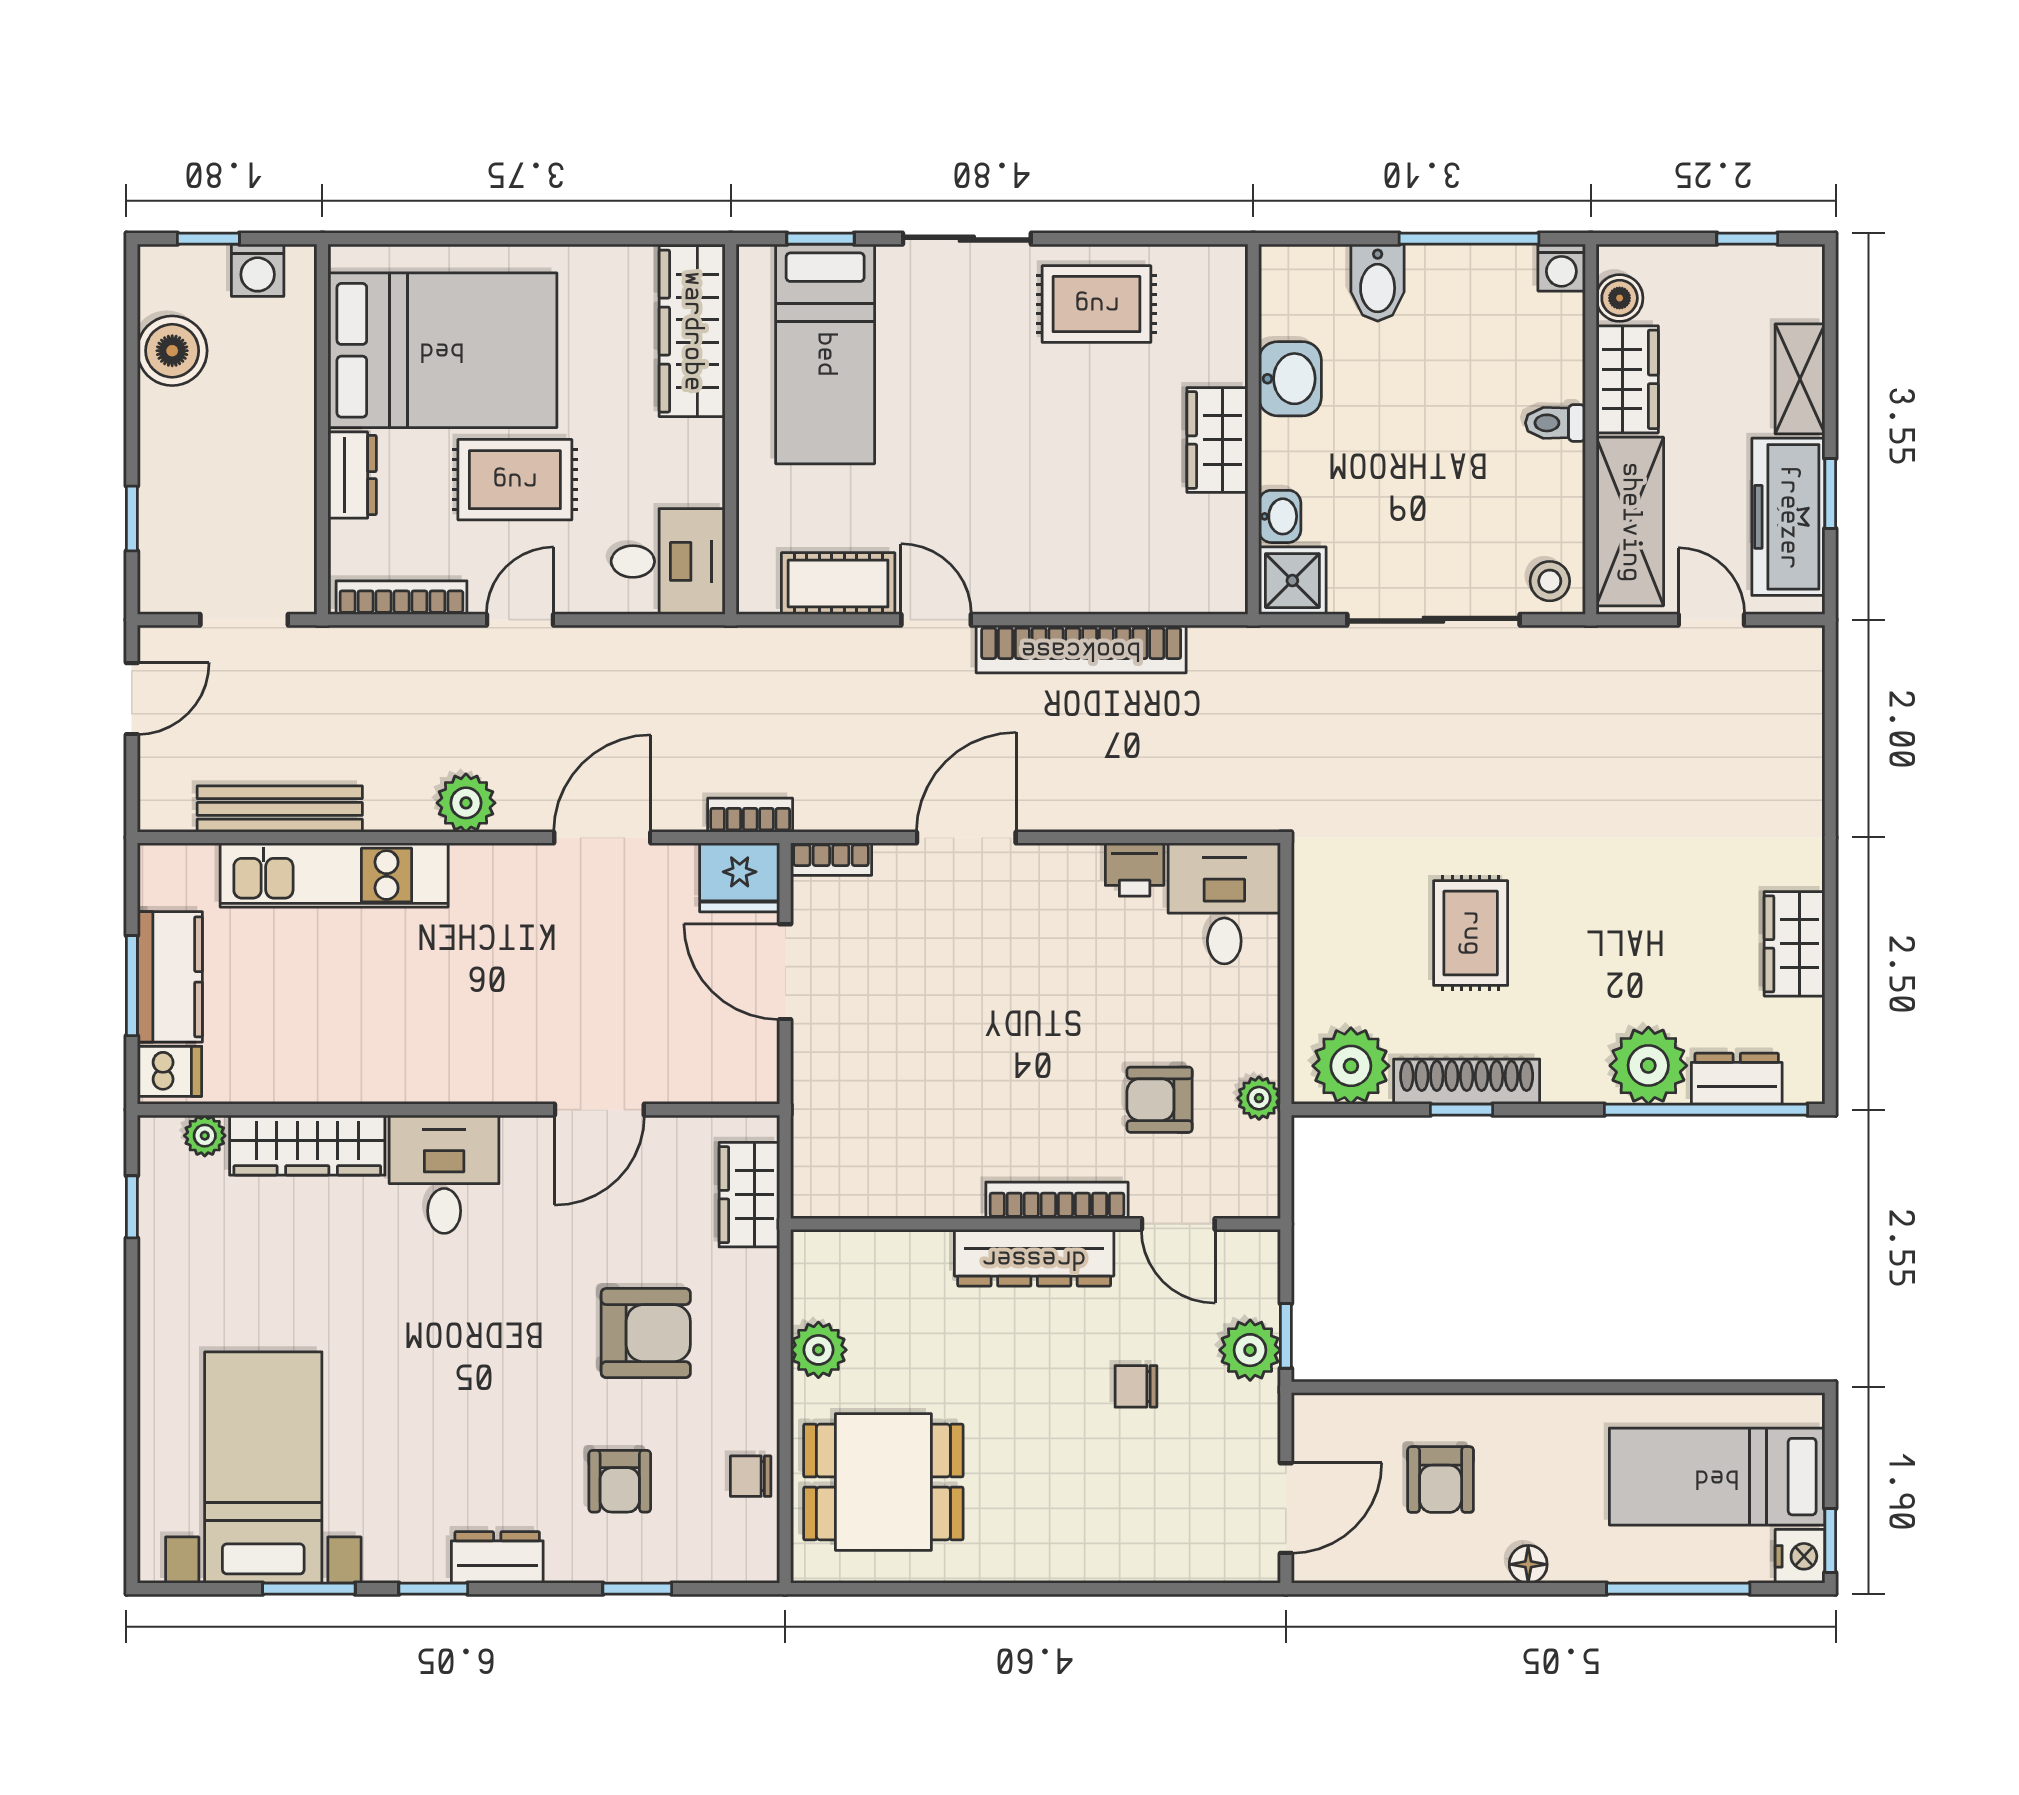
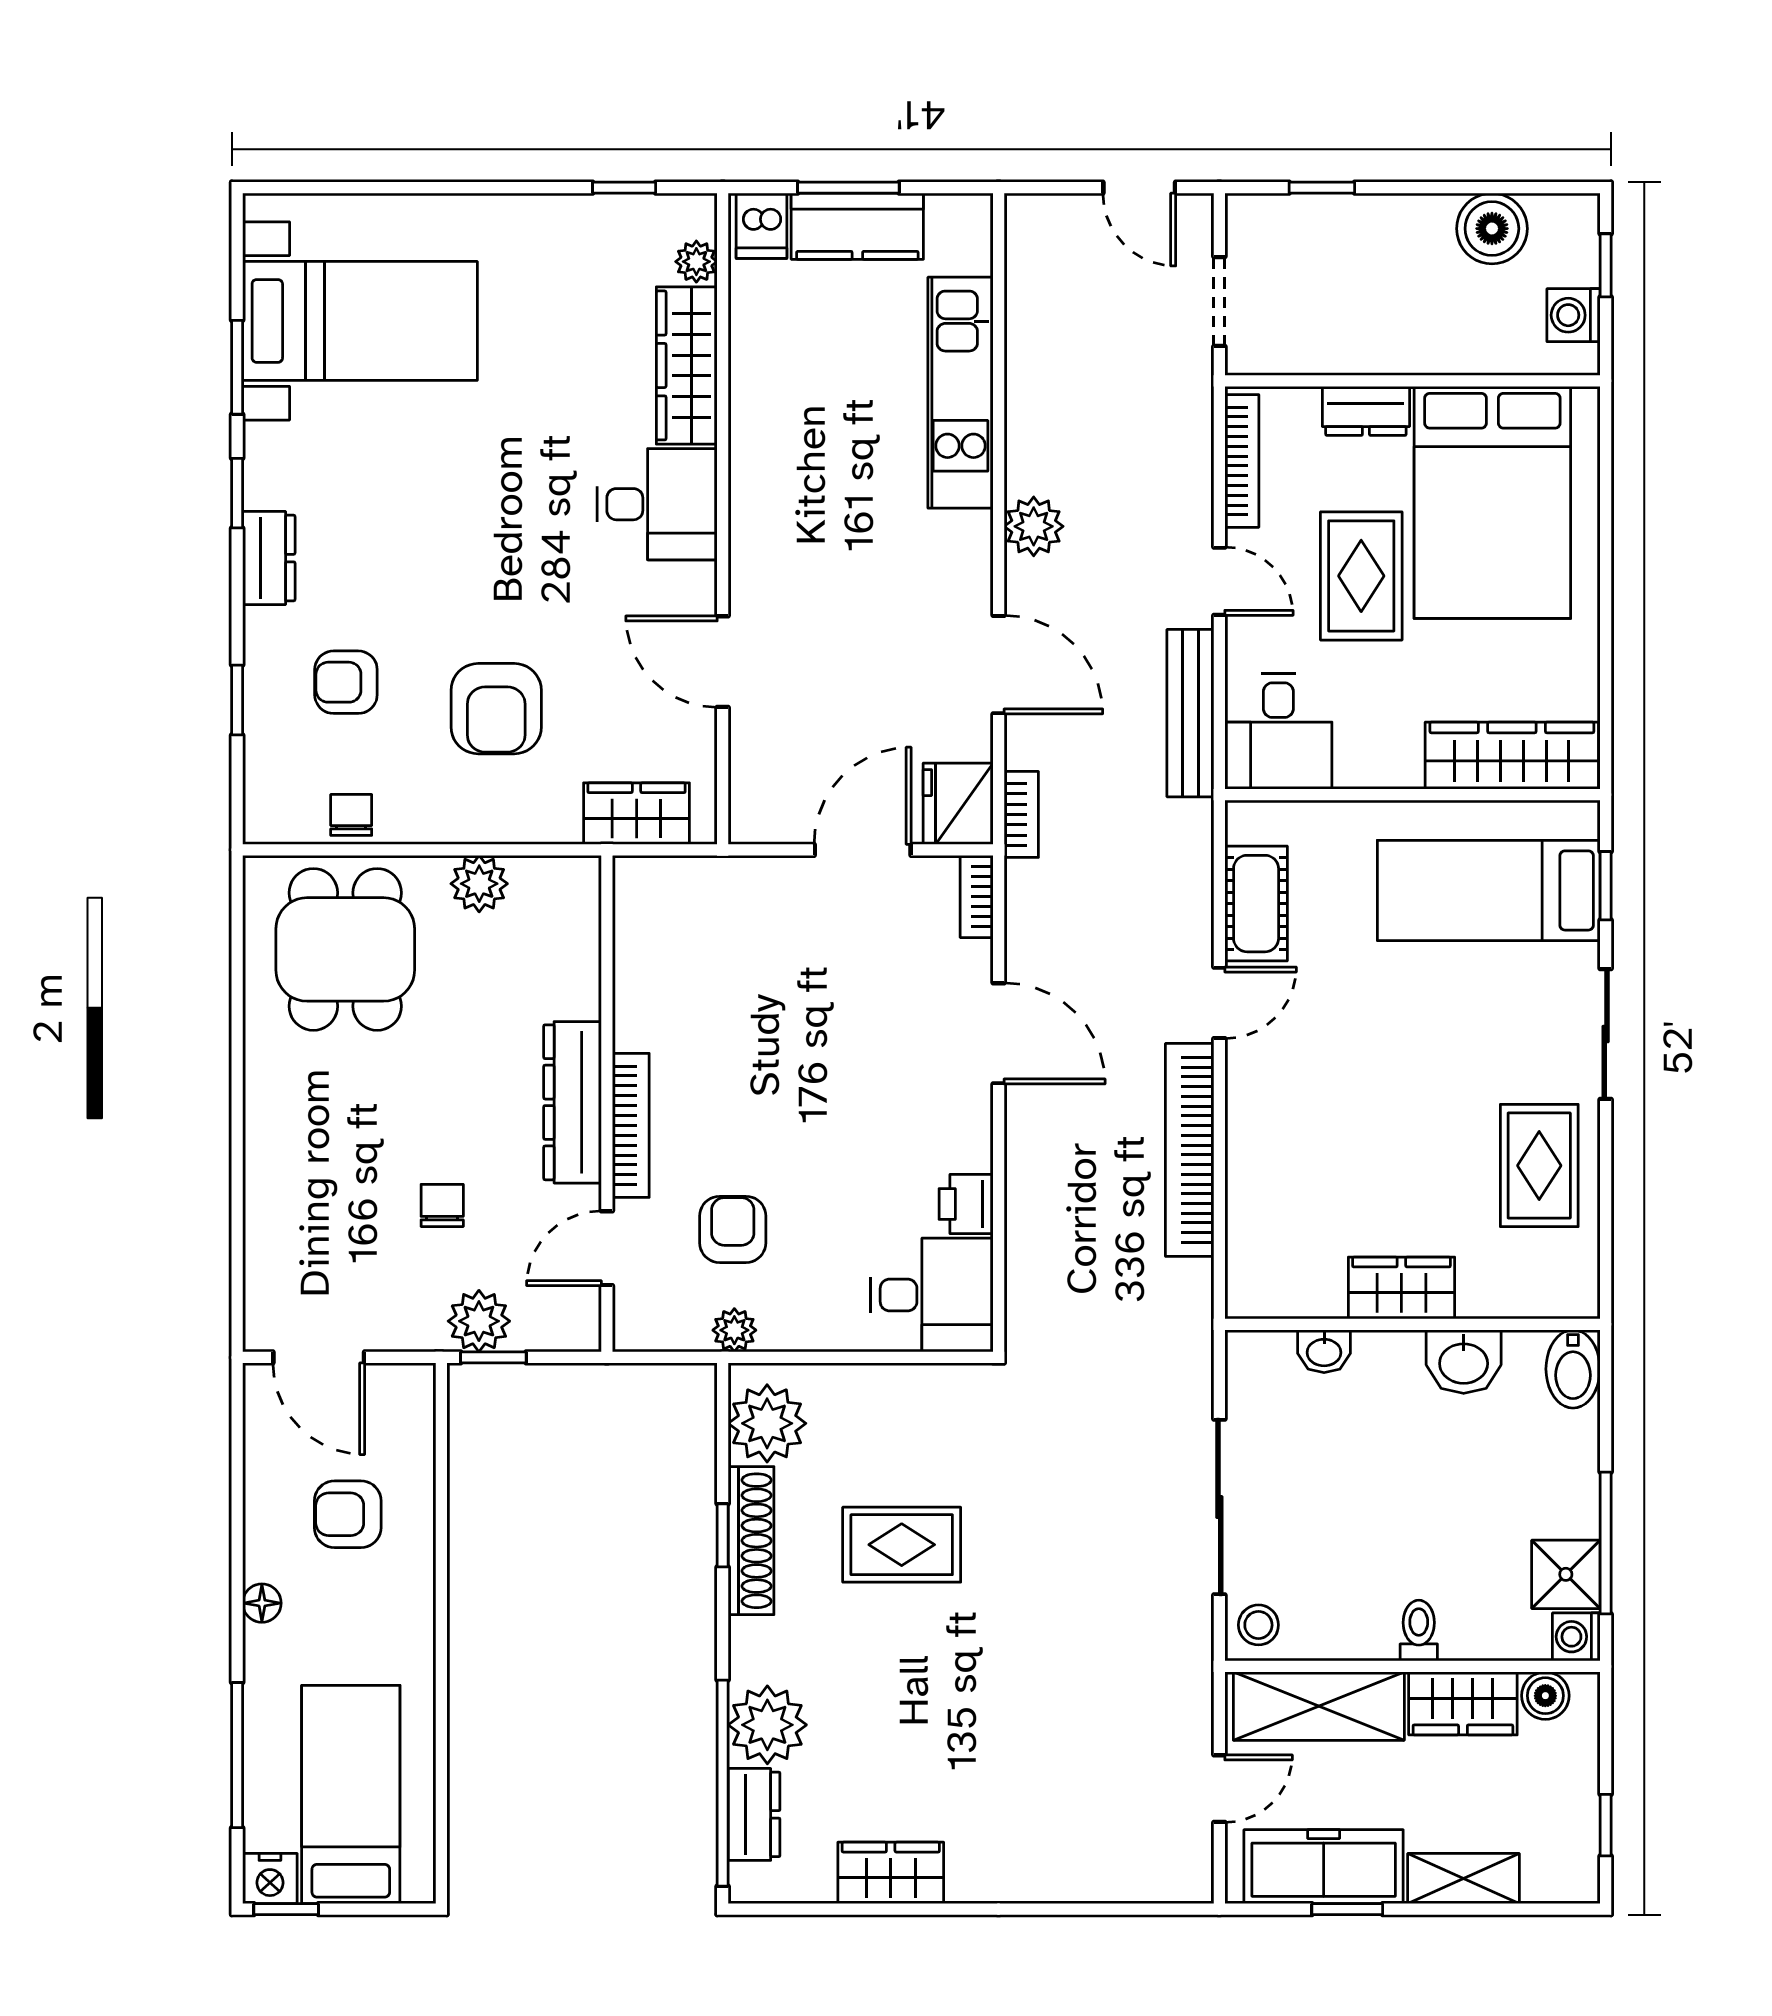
bidet: (1378, 283) -> (1573, 1369), moved, turned -90
shower: (1292, 581) -> (1566, 1574), moved
bench: (280, 809) -> (1190, 713), moved

